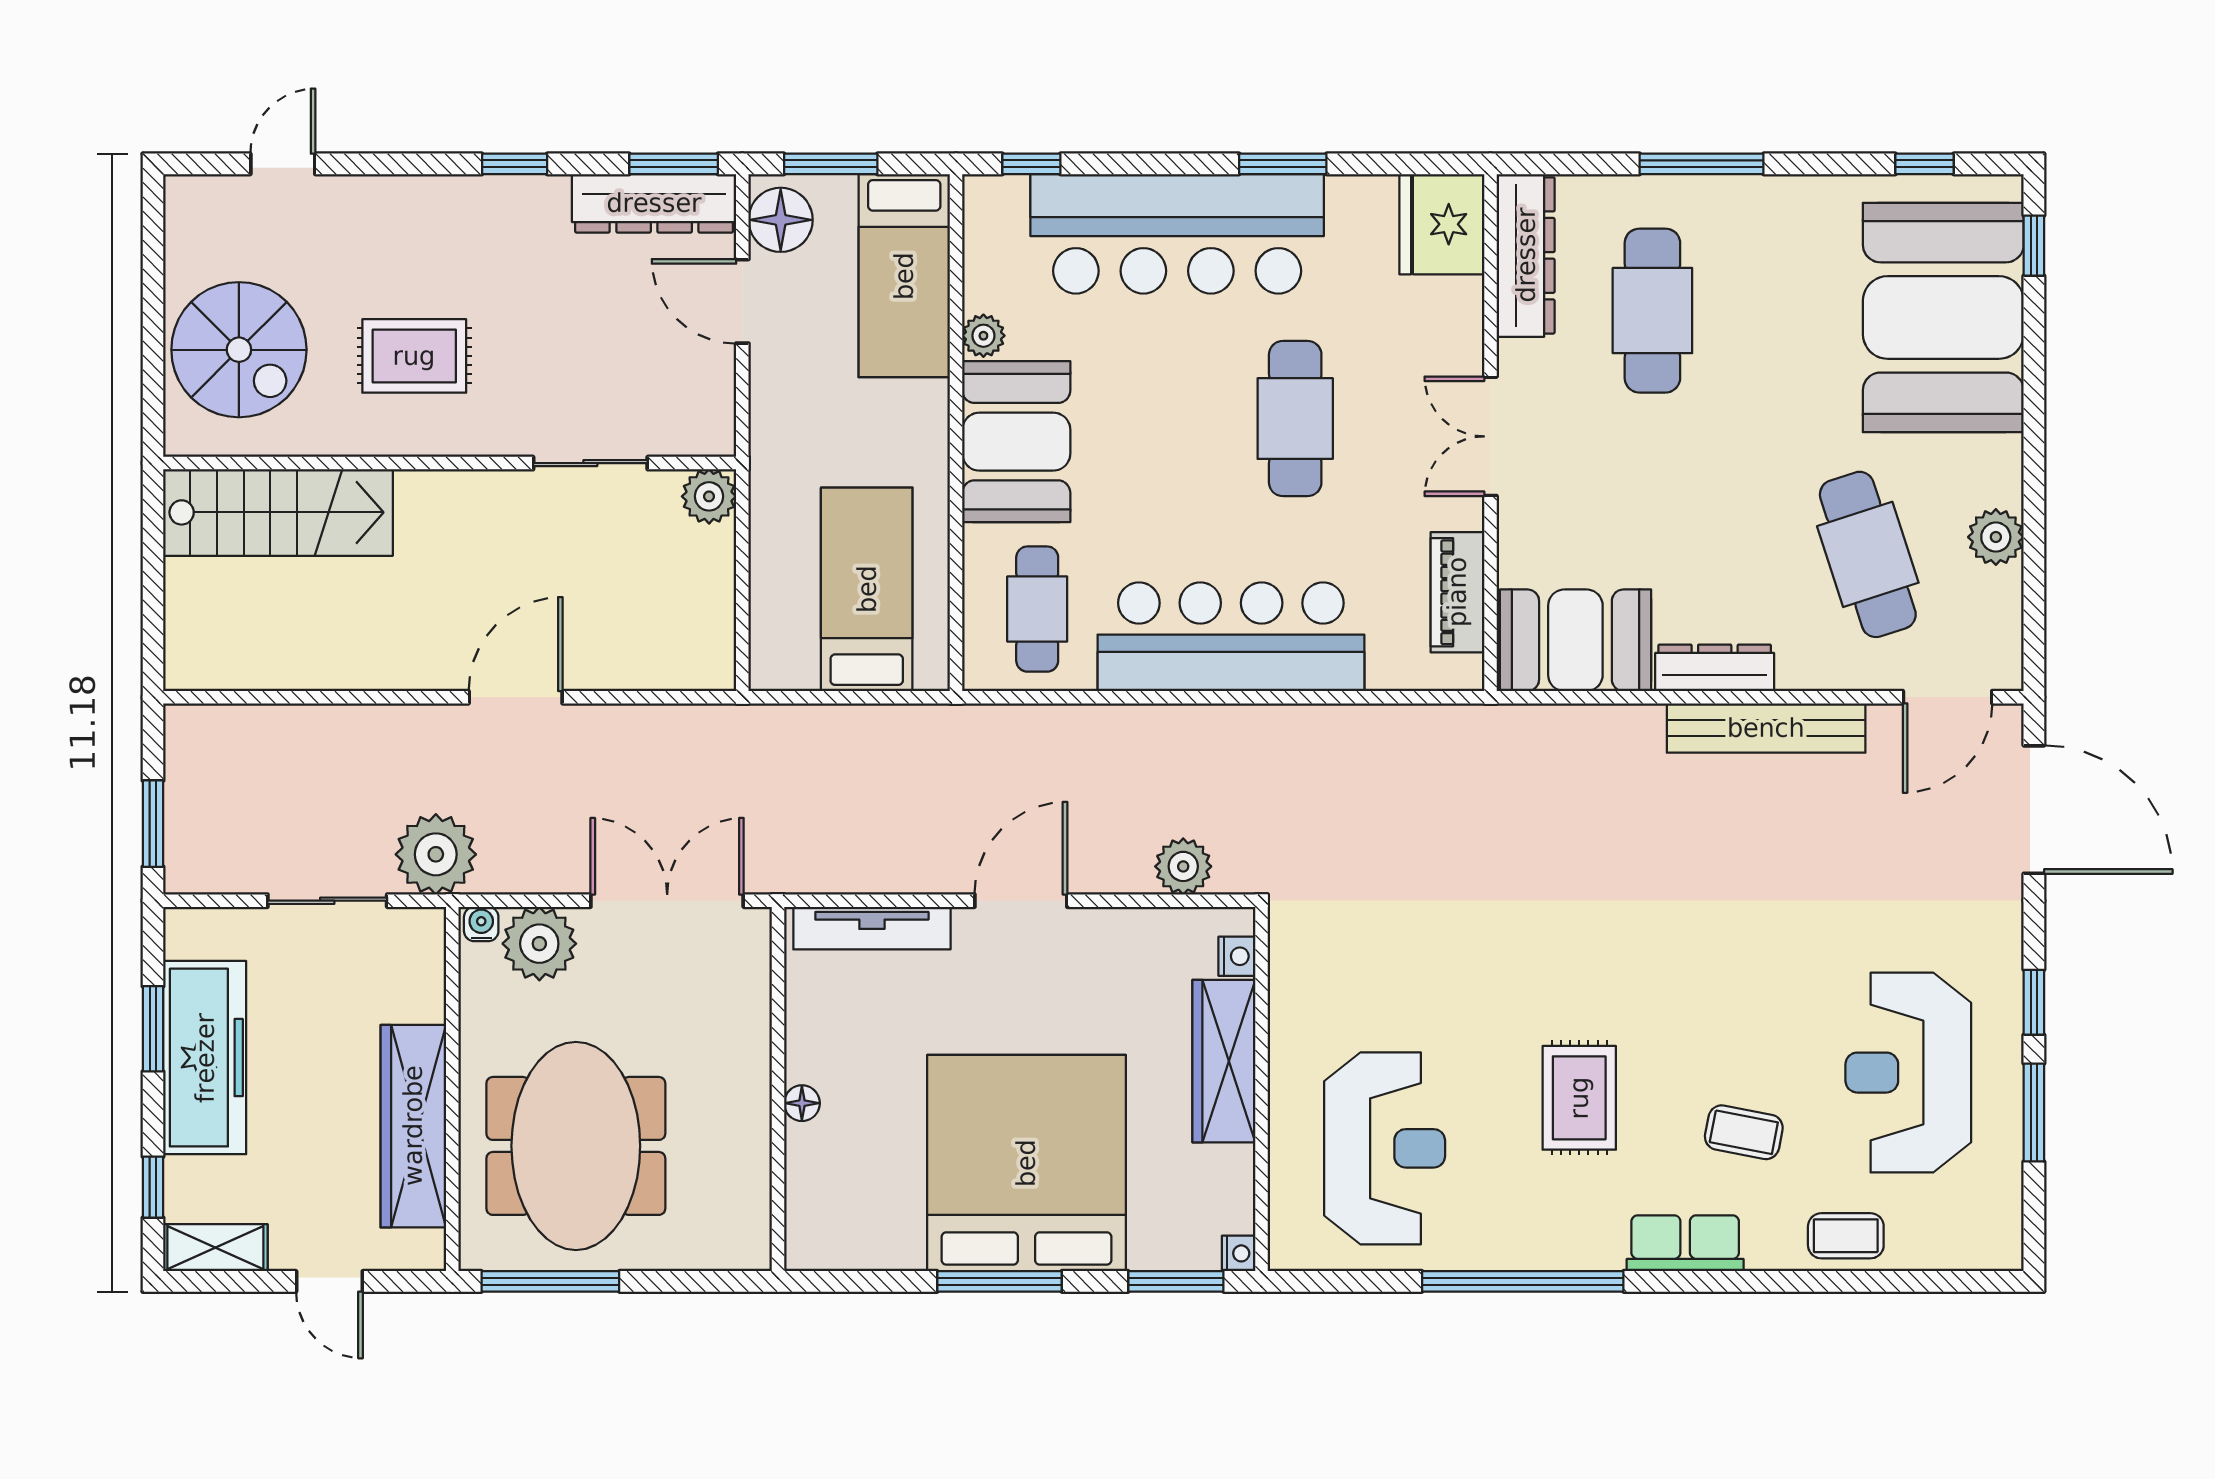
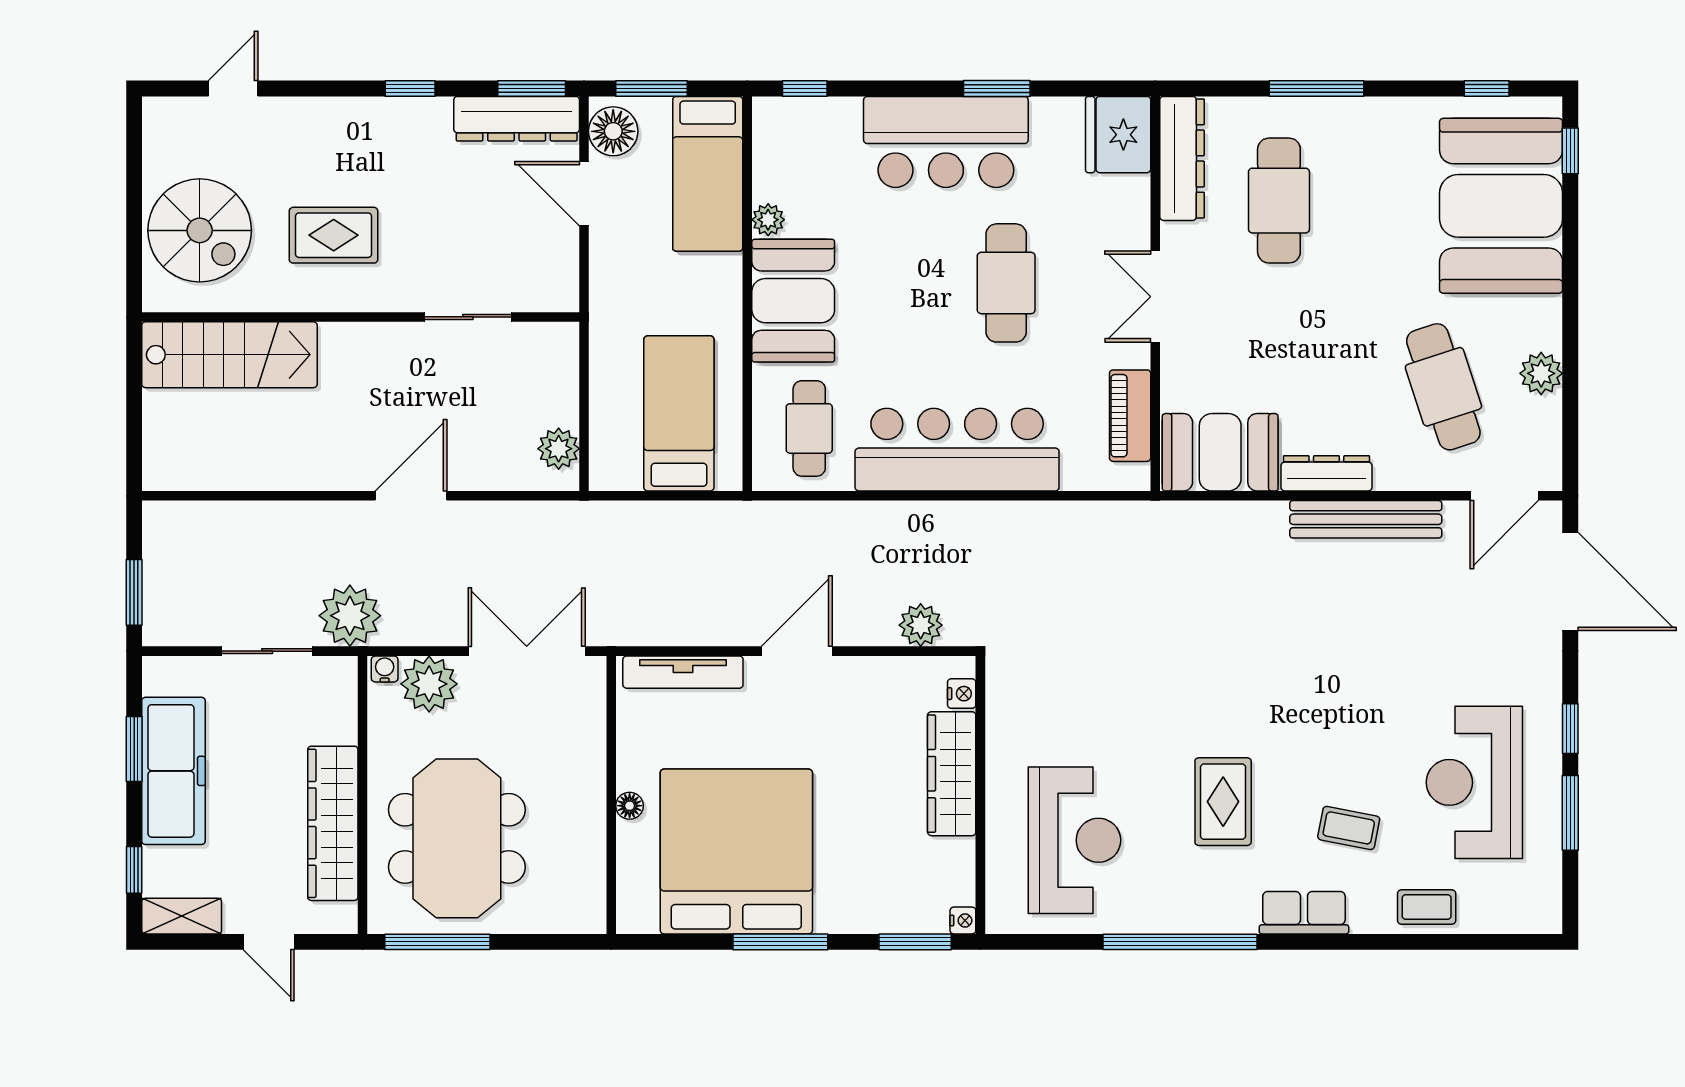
bar counter: (1177, 234) -> (946, 142), width x0.73
plant: (709, 496) -> (559, 449), moved
bed: (1026, 1163) -> (736, 851), moved

